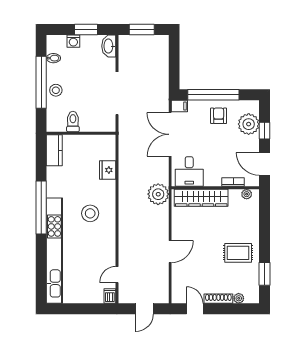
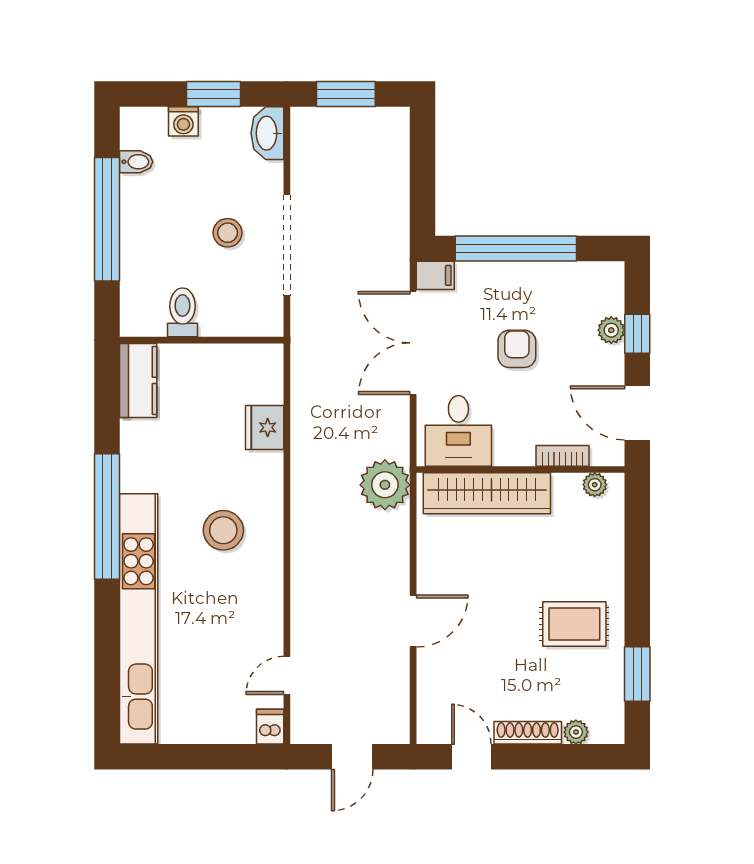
stool: (56, 90) -> (228, 233), moved
armchair: (219, 116) -> (517, 349), moved
plant: (249, 124) -> (611, 330), width x0.53, depth x0.53

